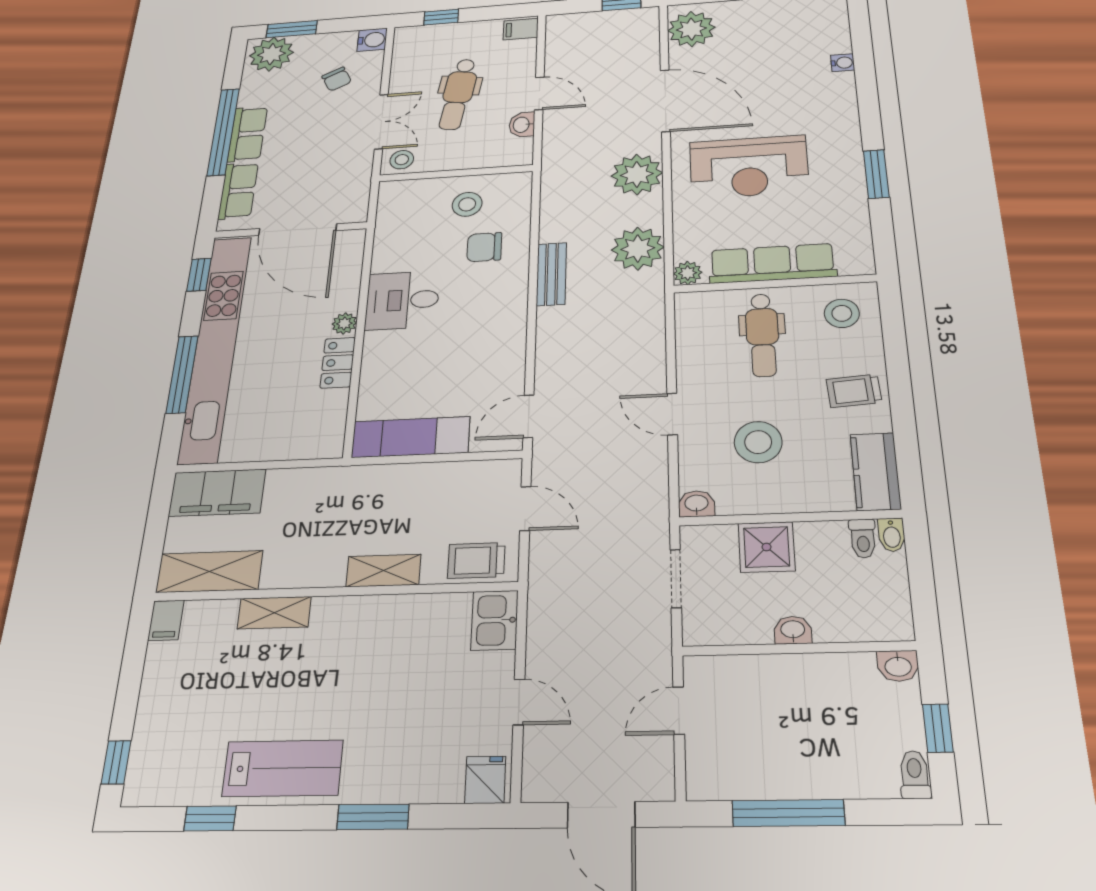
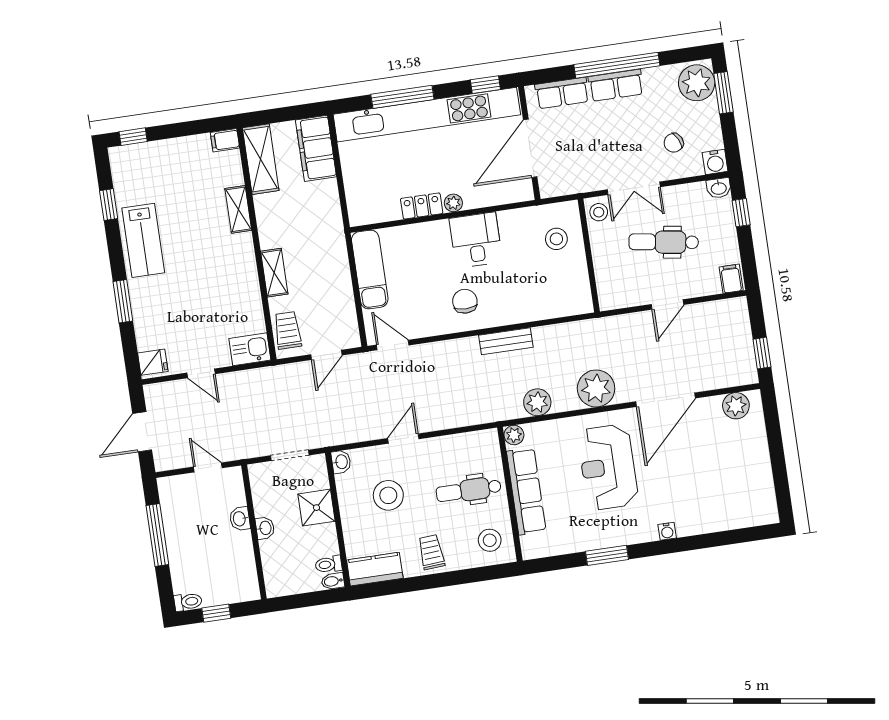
plant: (691, 29) -> (736, 406), width x0.73, depth x0.73
water cooler: (843, 63) -> (667, 531), moved
washbasin: (522, 125) -> (719, 188), moved, turned 180
stool: (467, 204) -> (556, 239), moved
chair: (484, 247) -> (465, 301), moved
plant: (638, 249) -> (537, 402), width x0.73, depth x0.73
washbasin: (898, 666) -> (240, 519), moved
door: (519, 702) -> (201, 373), hinge flipped

